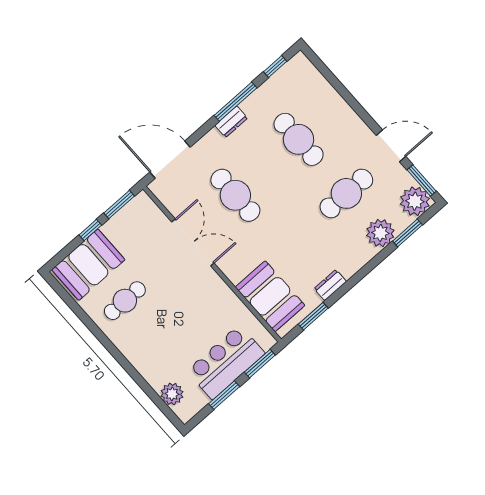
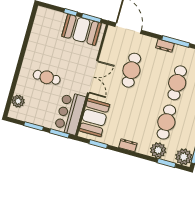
cafe table: (346, 193) -> (166, 122), turned 90
double door: (193, 242) -> (93, 77), moved
booth: (88, 265) -> (81, 30), moved
dresser: (330, 285) -> (128, 145), moved
cafe table: (125, 301) -> (47, 77), moved
bar counter: (226, 362) -> (70, 113), moved, turned -90

